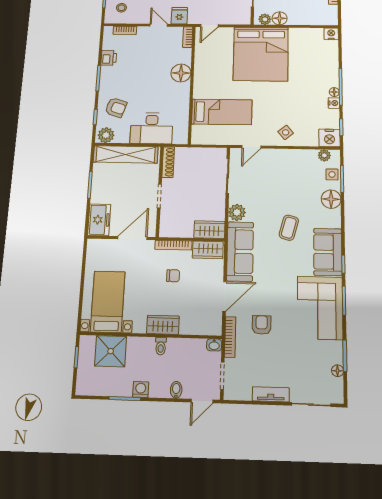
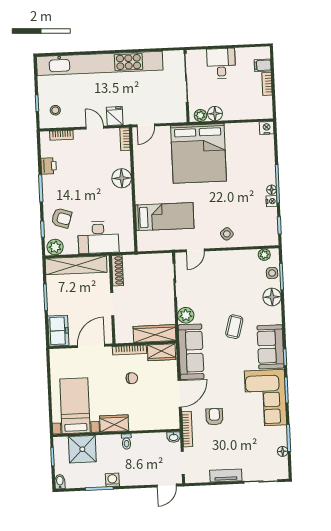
nightstand: (329, 138) -> (268, 237), removed
wardrobe: (209, 230) -> (155, 334), width x1.50
wardrobe: (163, 325) -> (114, 423), moved
bidet: (176, 390) -> (60, 482), moved

